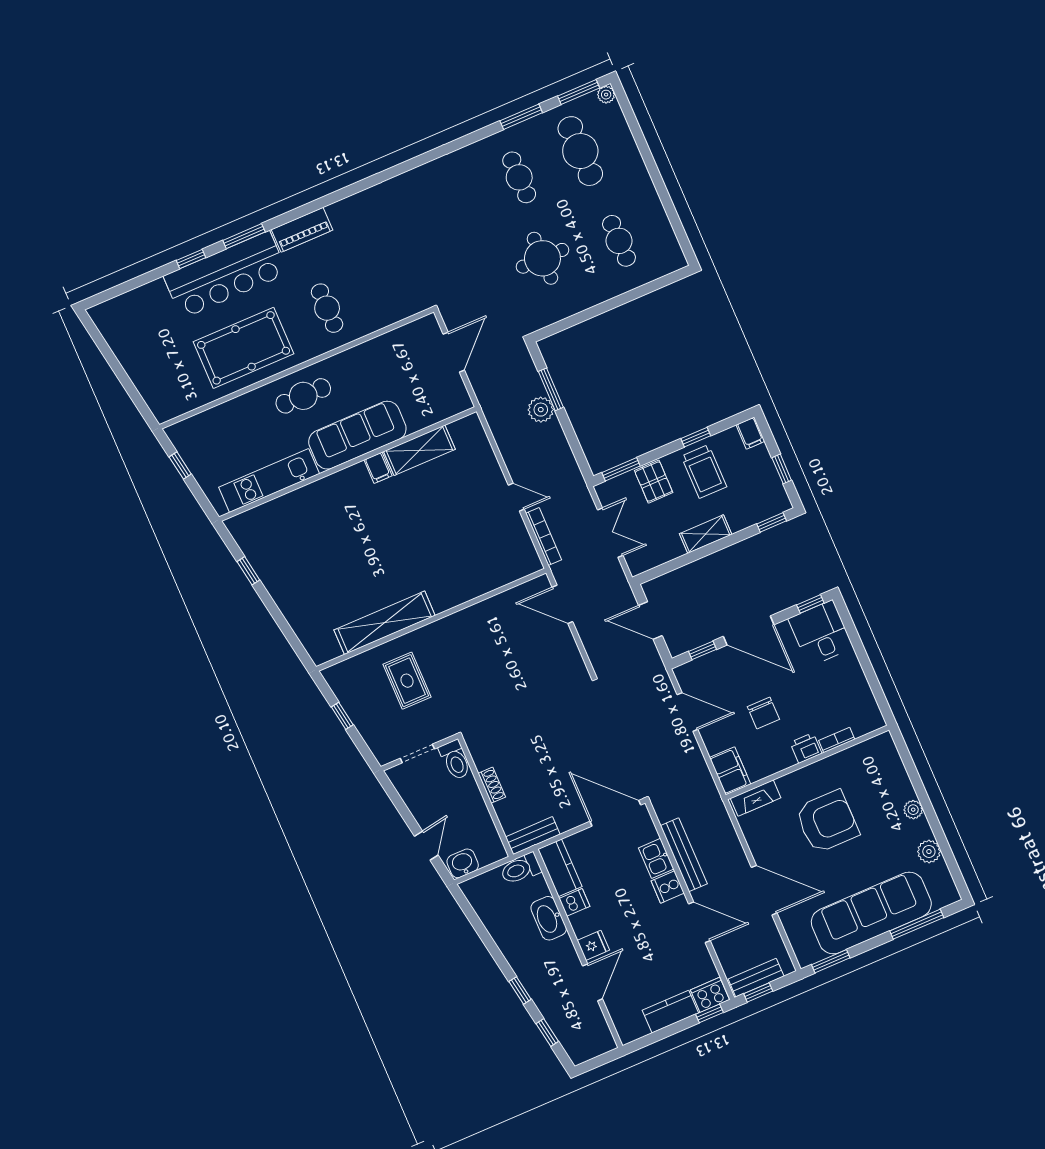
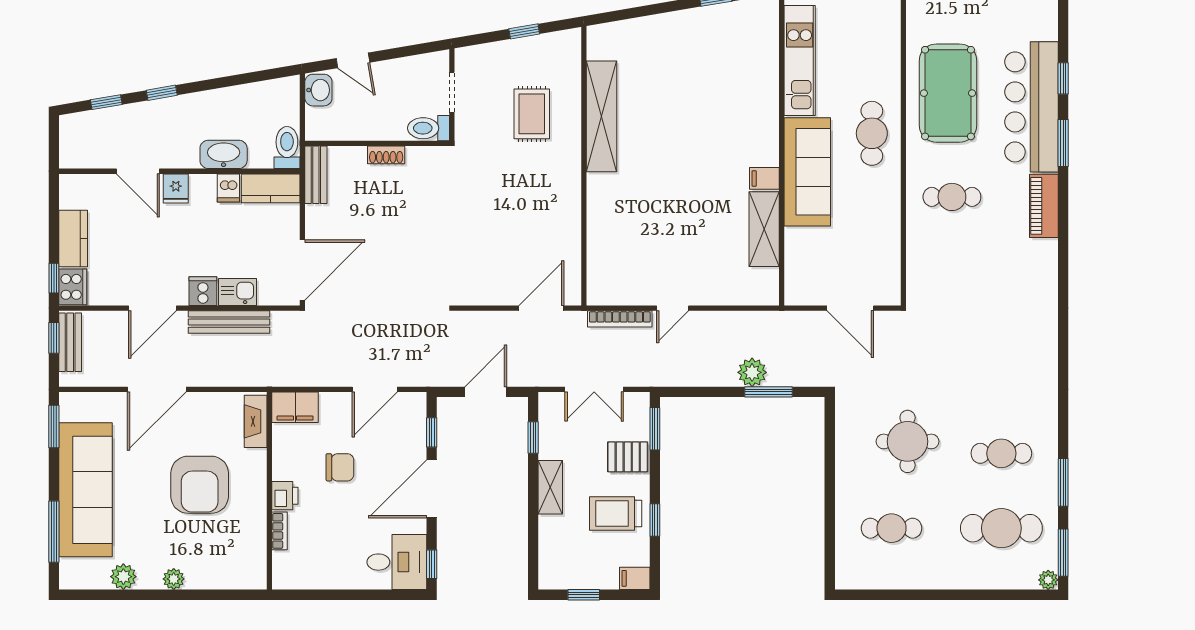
window: (772, 522) -> (533, 438), moved
rug: (407, 681) -> (532, 114), turned 90
chair: (763, 713) -> (340, 467), turned 180

